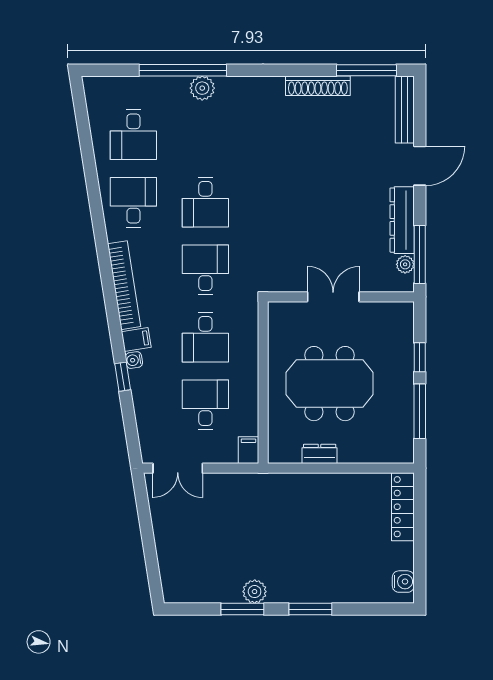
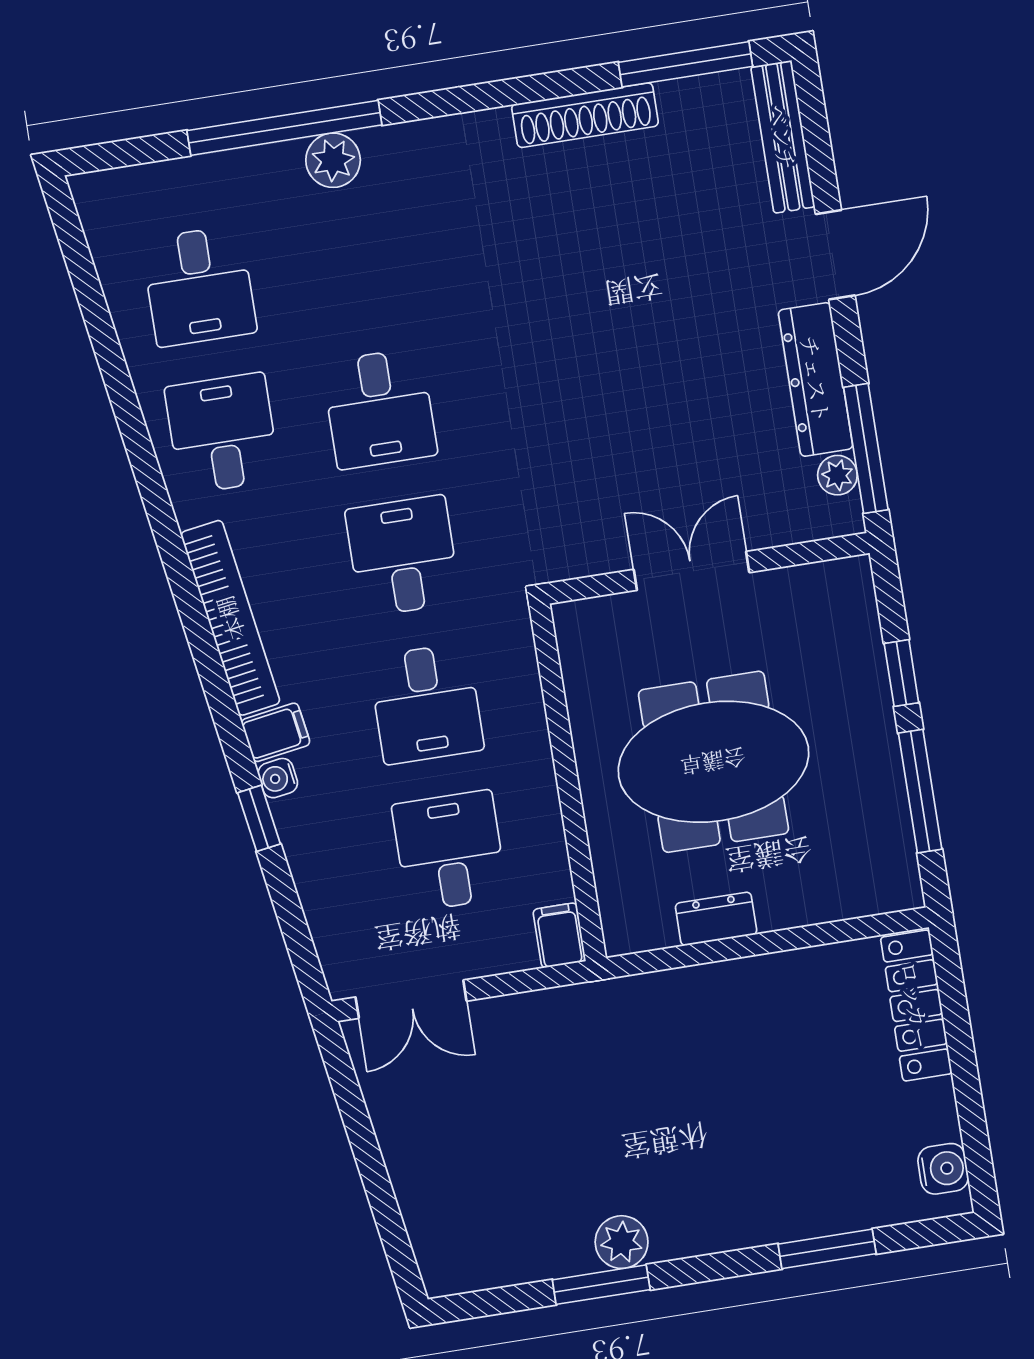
window: (310, 609) -> (827, 1249), moved

